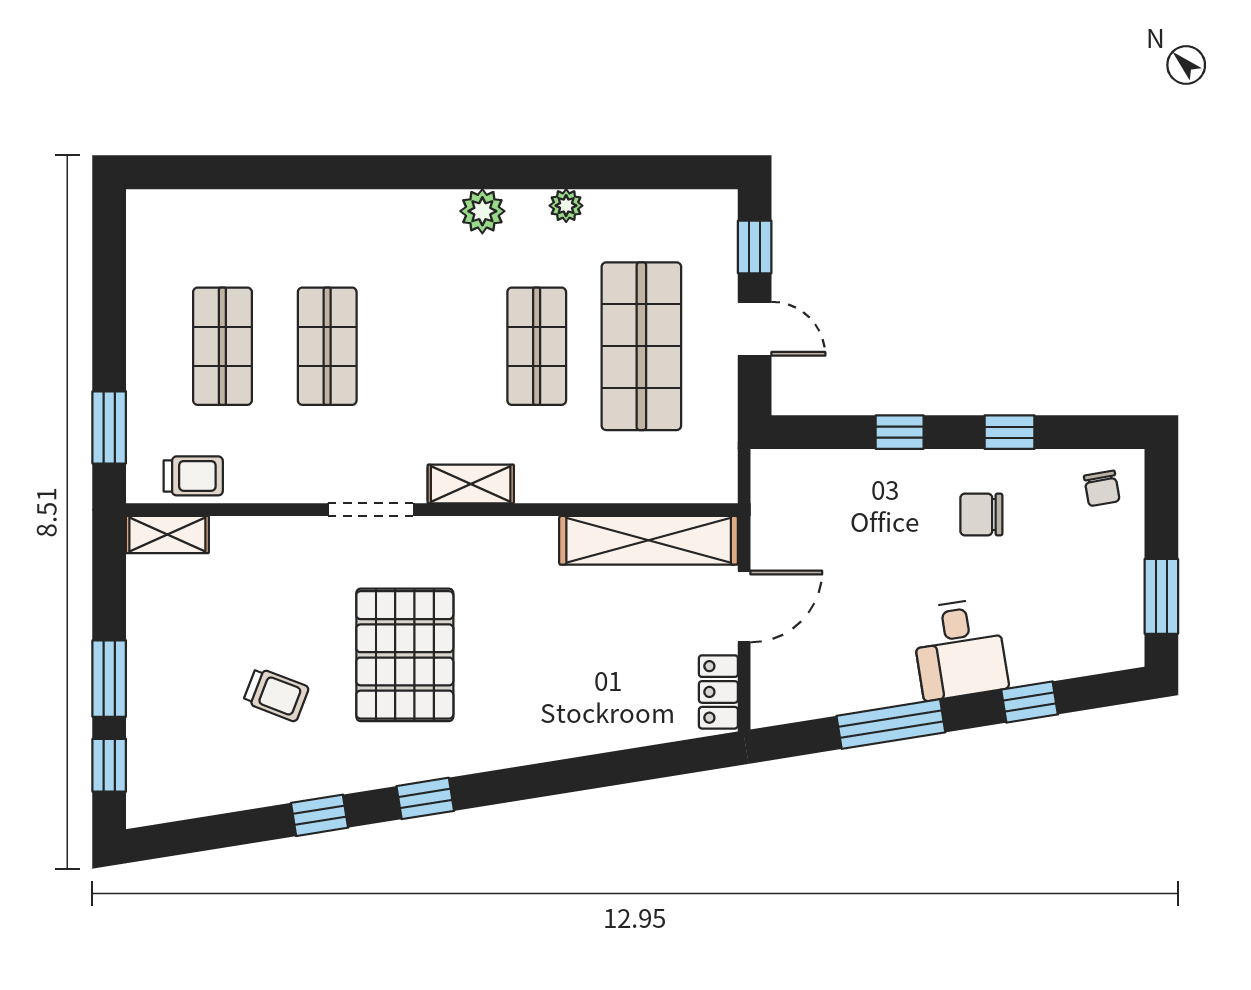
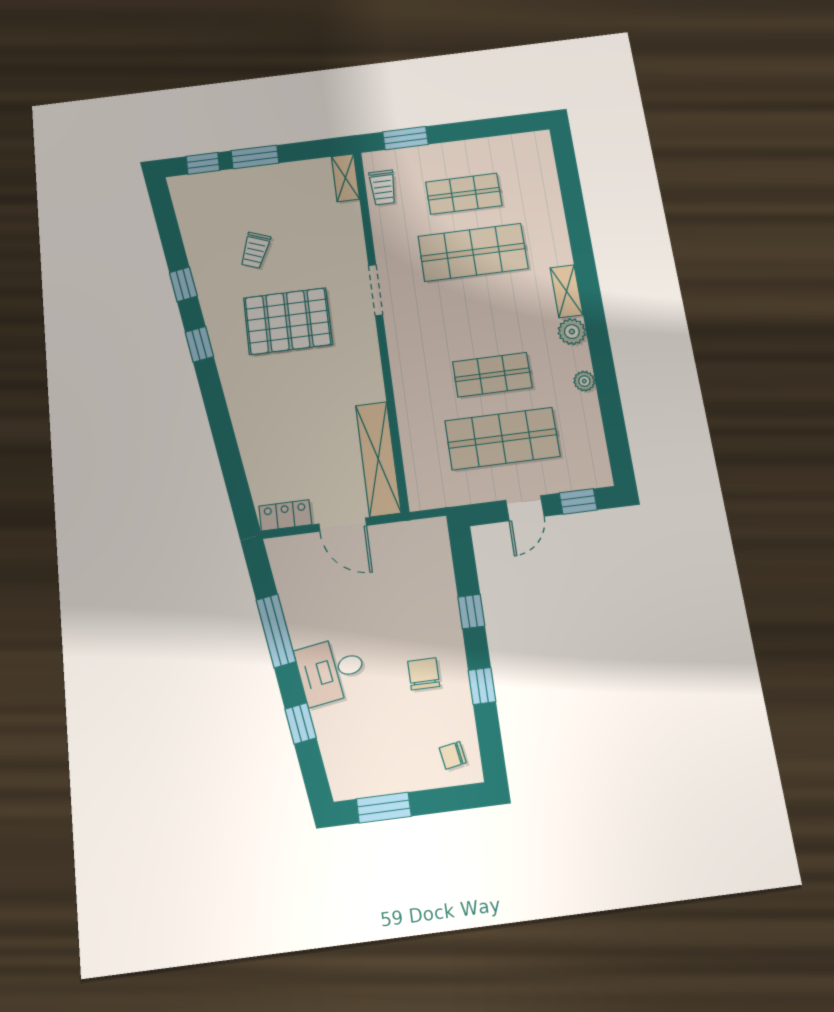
shop shelf: (327, 346) -> (473, 252), width x1.43, depth x1.36
shelving: (471, 484) -> (566, 291), moved

